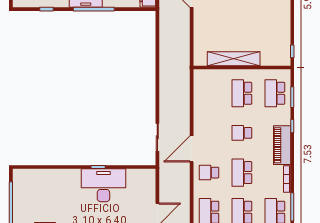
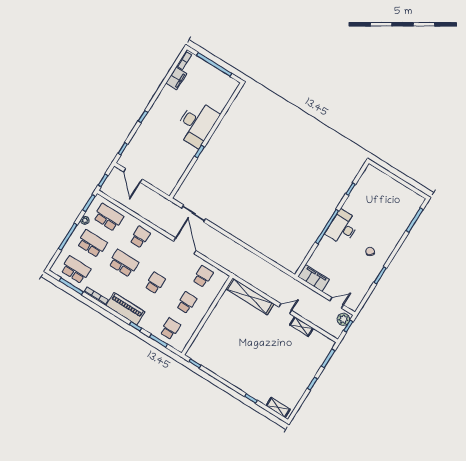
shelving: (234, 59) -> (250, 296), moved, turned 90
school desk: (209, 93) -> (203, 276), added
school desk: (242, 93) -> (187, 303), width x0.54
school desk: (275, 93) -> (170, 329), width x0.54
door: (192, 149) -> (185, 246), moved
desk: (103, 185) -> (197, 124), moved

